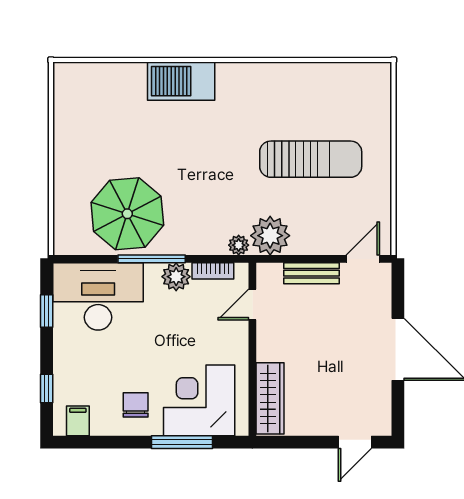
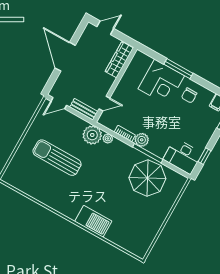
desk: (98, 296) -> (183, 156), width x0.73, depth x0.77
door: (252, 304) -> (104, 104), moved
wall: (252, 349) -> (115, 85), moved
wardrobe: (270, 398) -> (119, 60), moved

